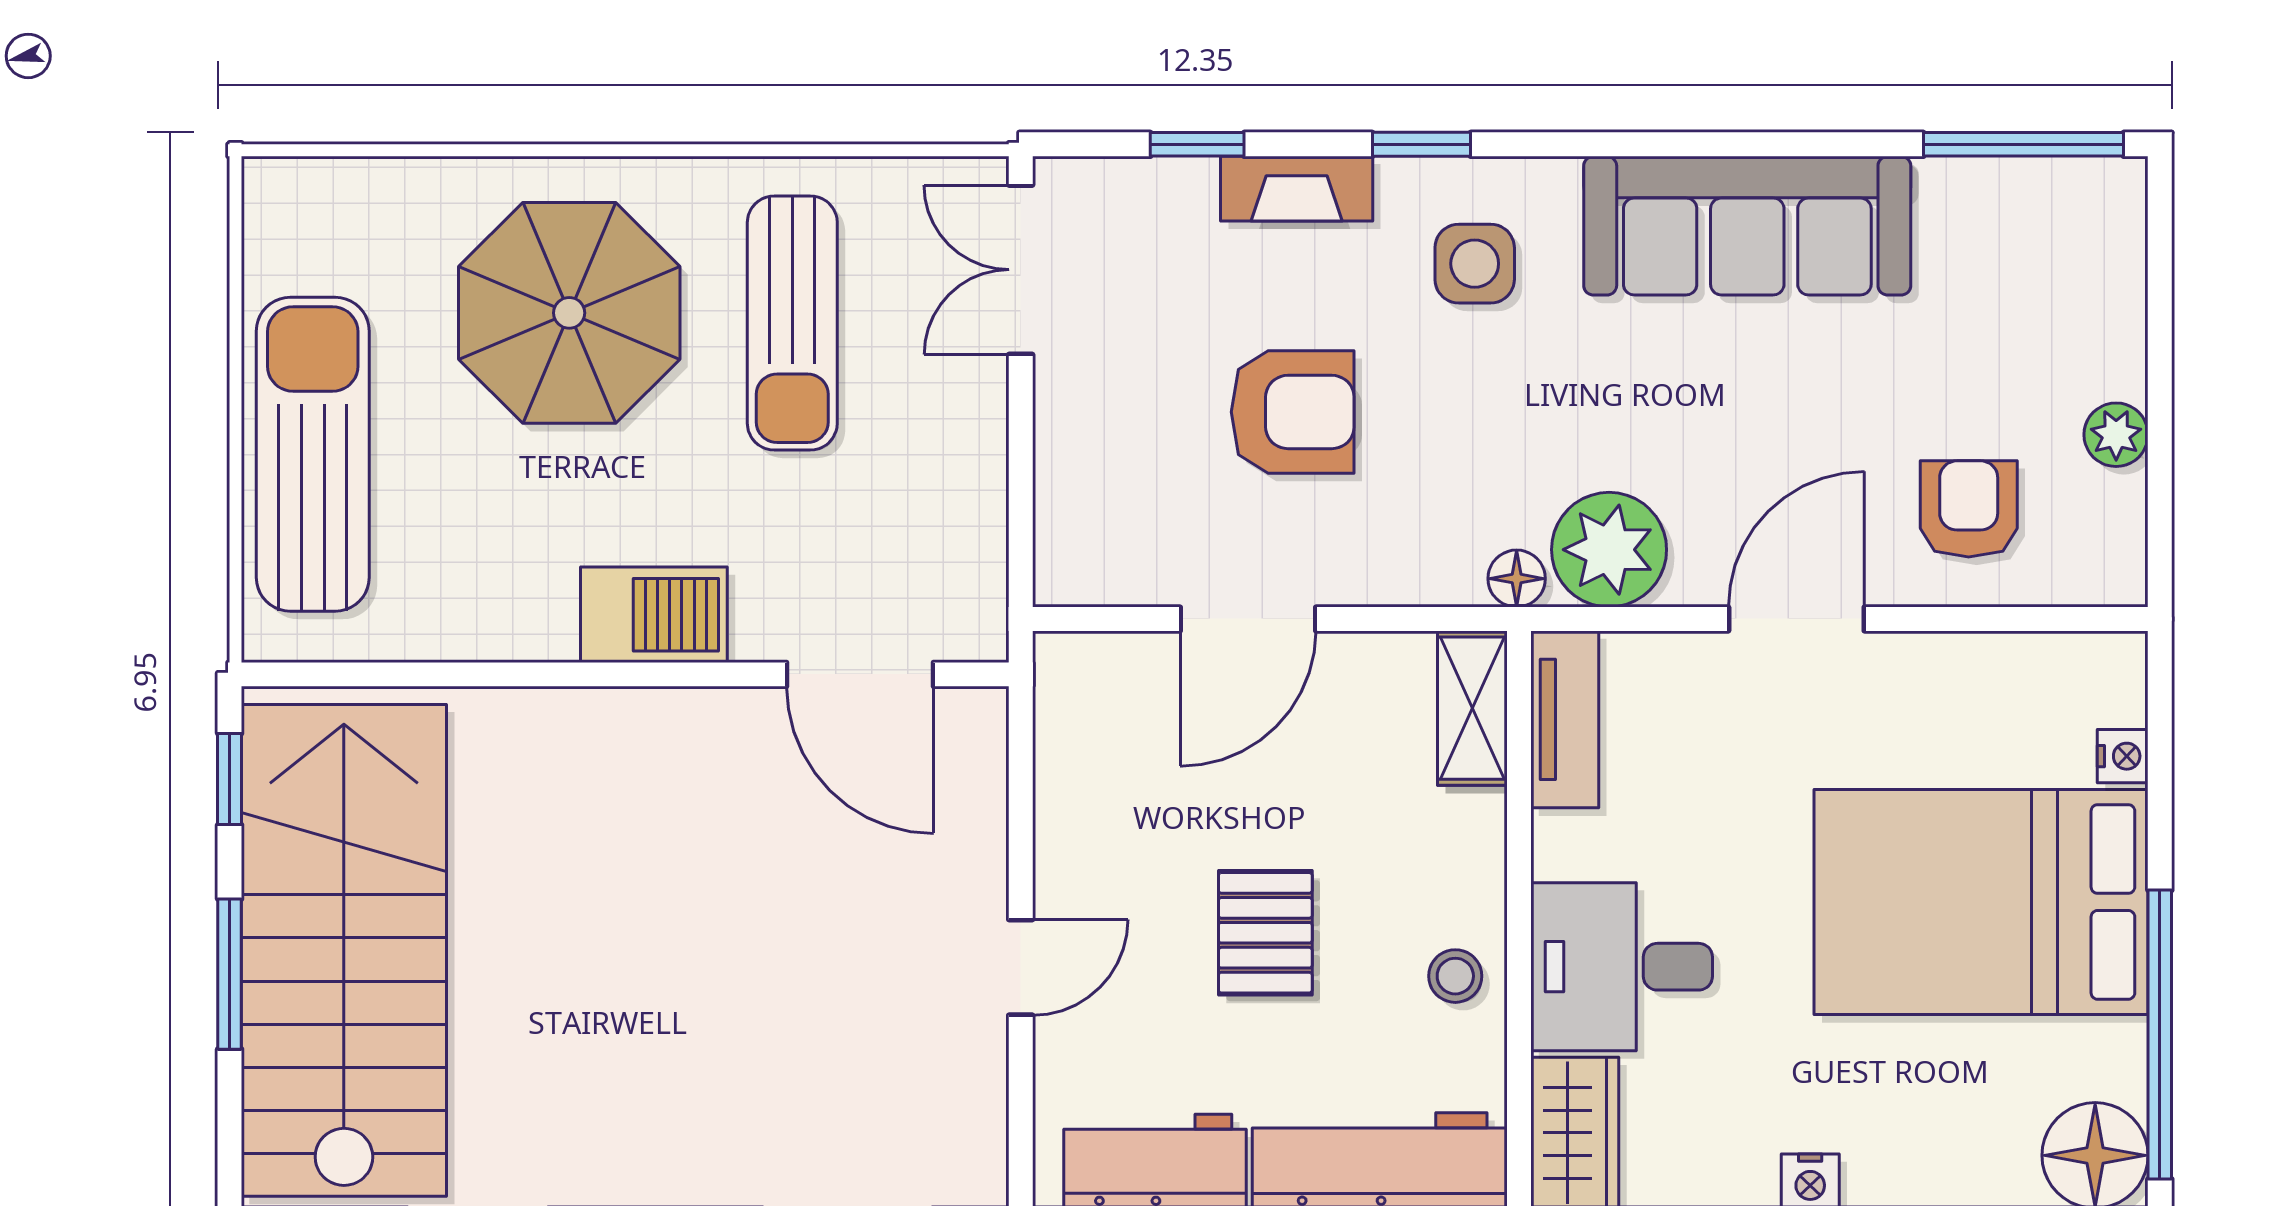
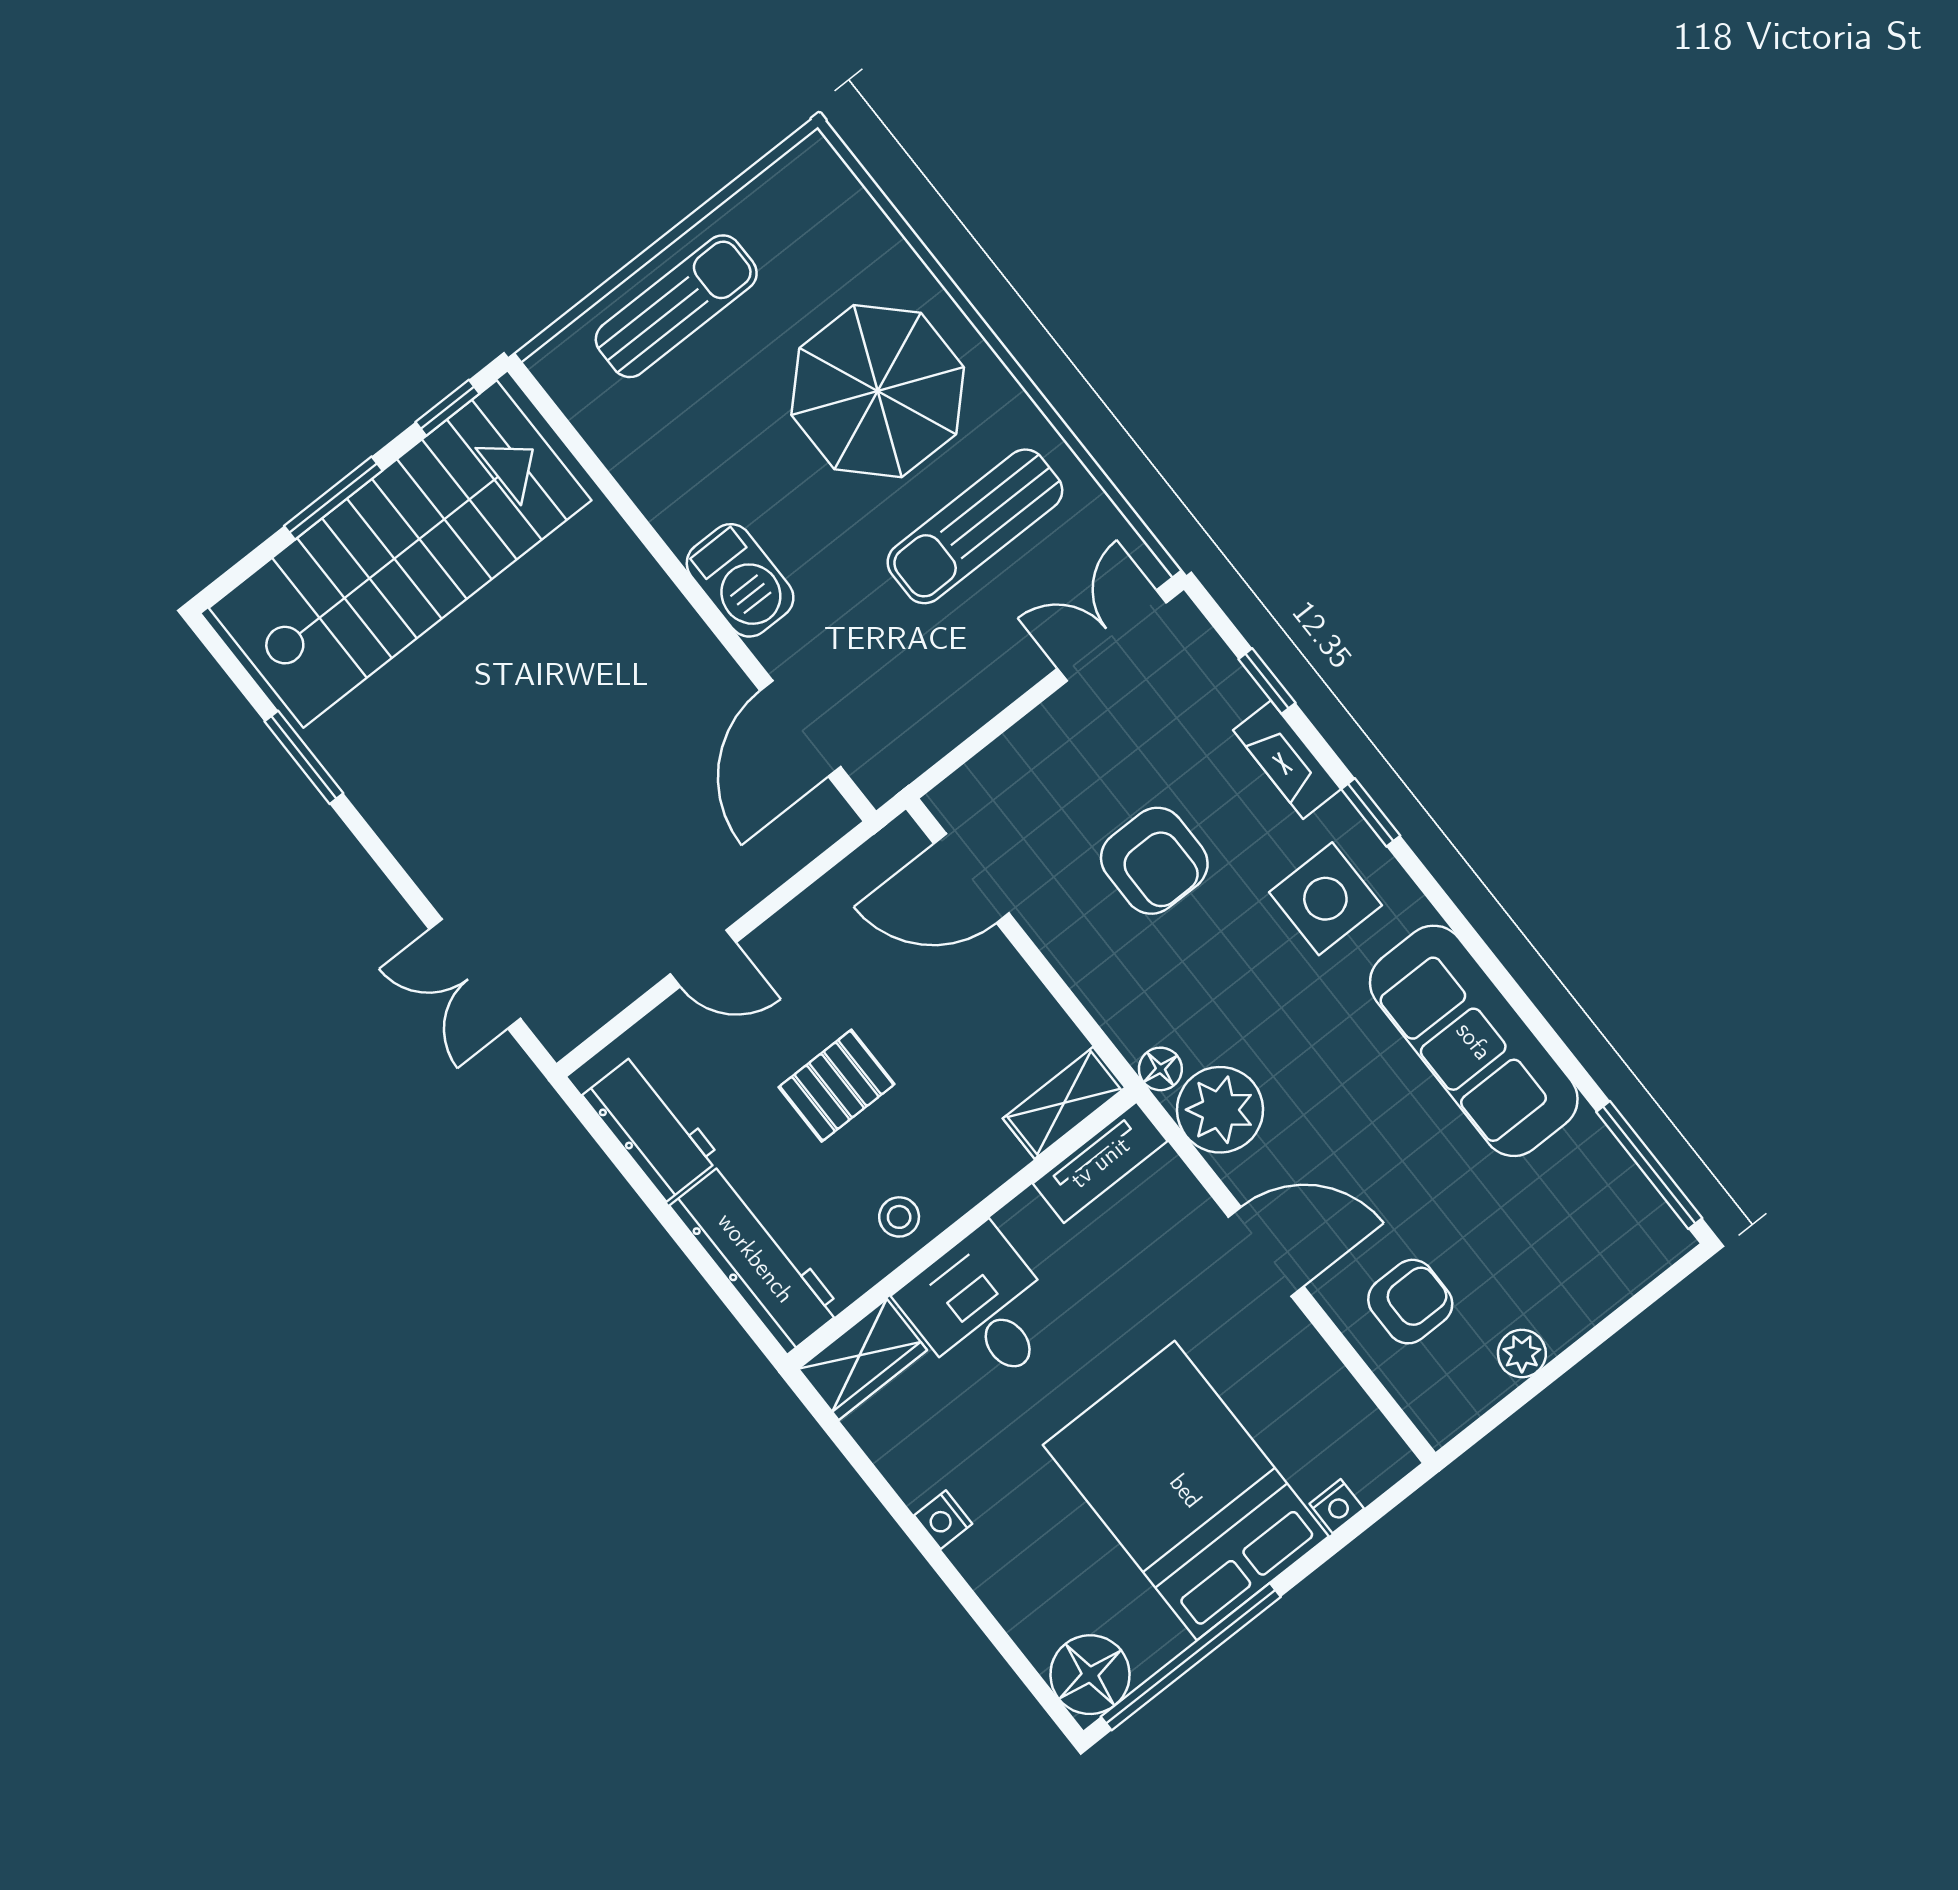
side table: (1475, 264) -> (1325, 899), width x1.37, depth x1.37
sun lounger: (313, 454) -> (676, 306), width x0.73, depth x0.75
door: (1248, 619) -> (971, 878), moved

